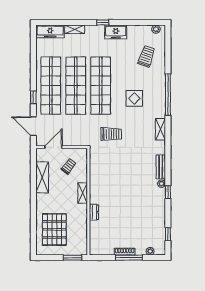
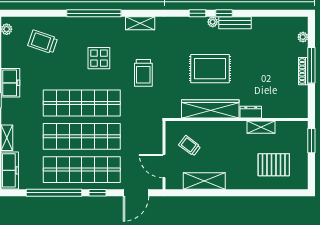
window: (33, 65) -> (54, 193), added
trolley: (111, 134) -> (143, 73), moved, turned 180
bench: (161, 167) -> (235, 23), moved
wardrobe: (96, 182) -> (210, 109), added
rug: (126, 182) -> (210, 69), added
shelving: (83, 193) -> (261, 127), moved
pallet: (54, 229) -> (274, 165), width x0.73, depth x0.71
window: (168, 234) -> (198, 13), moved

